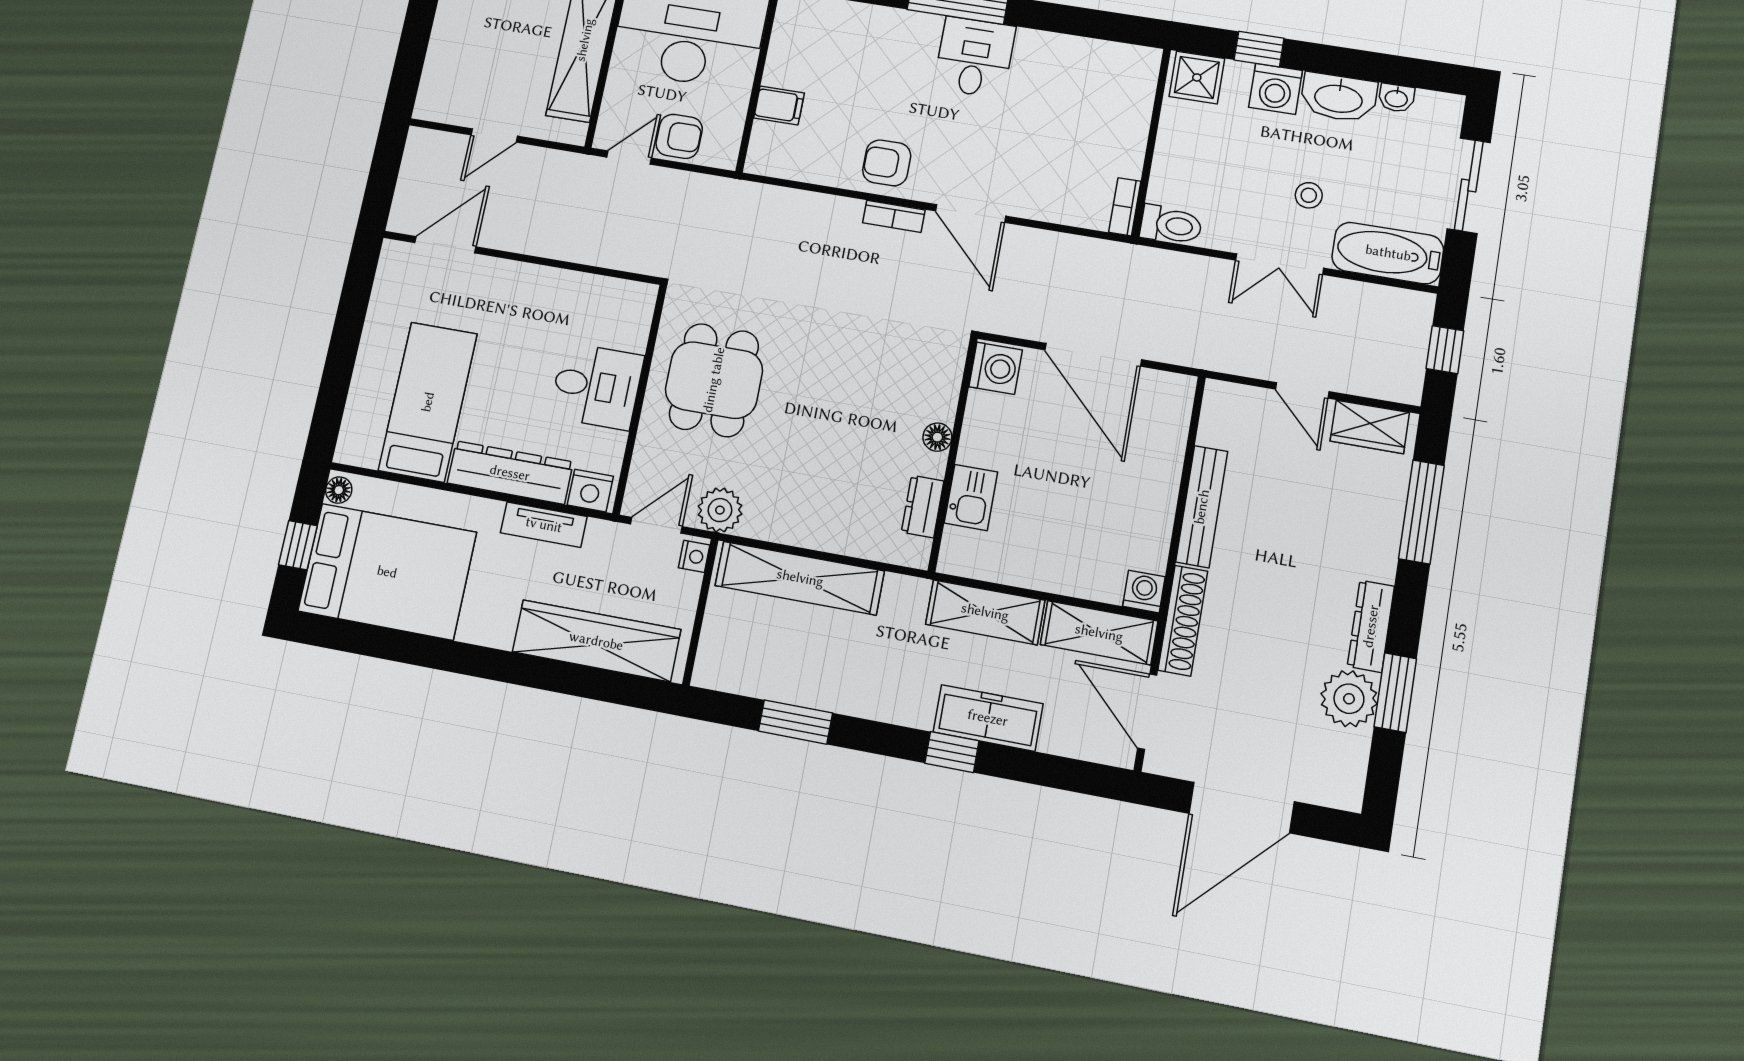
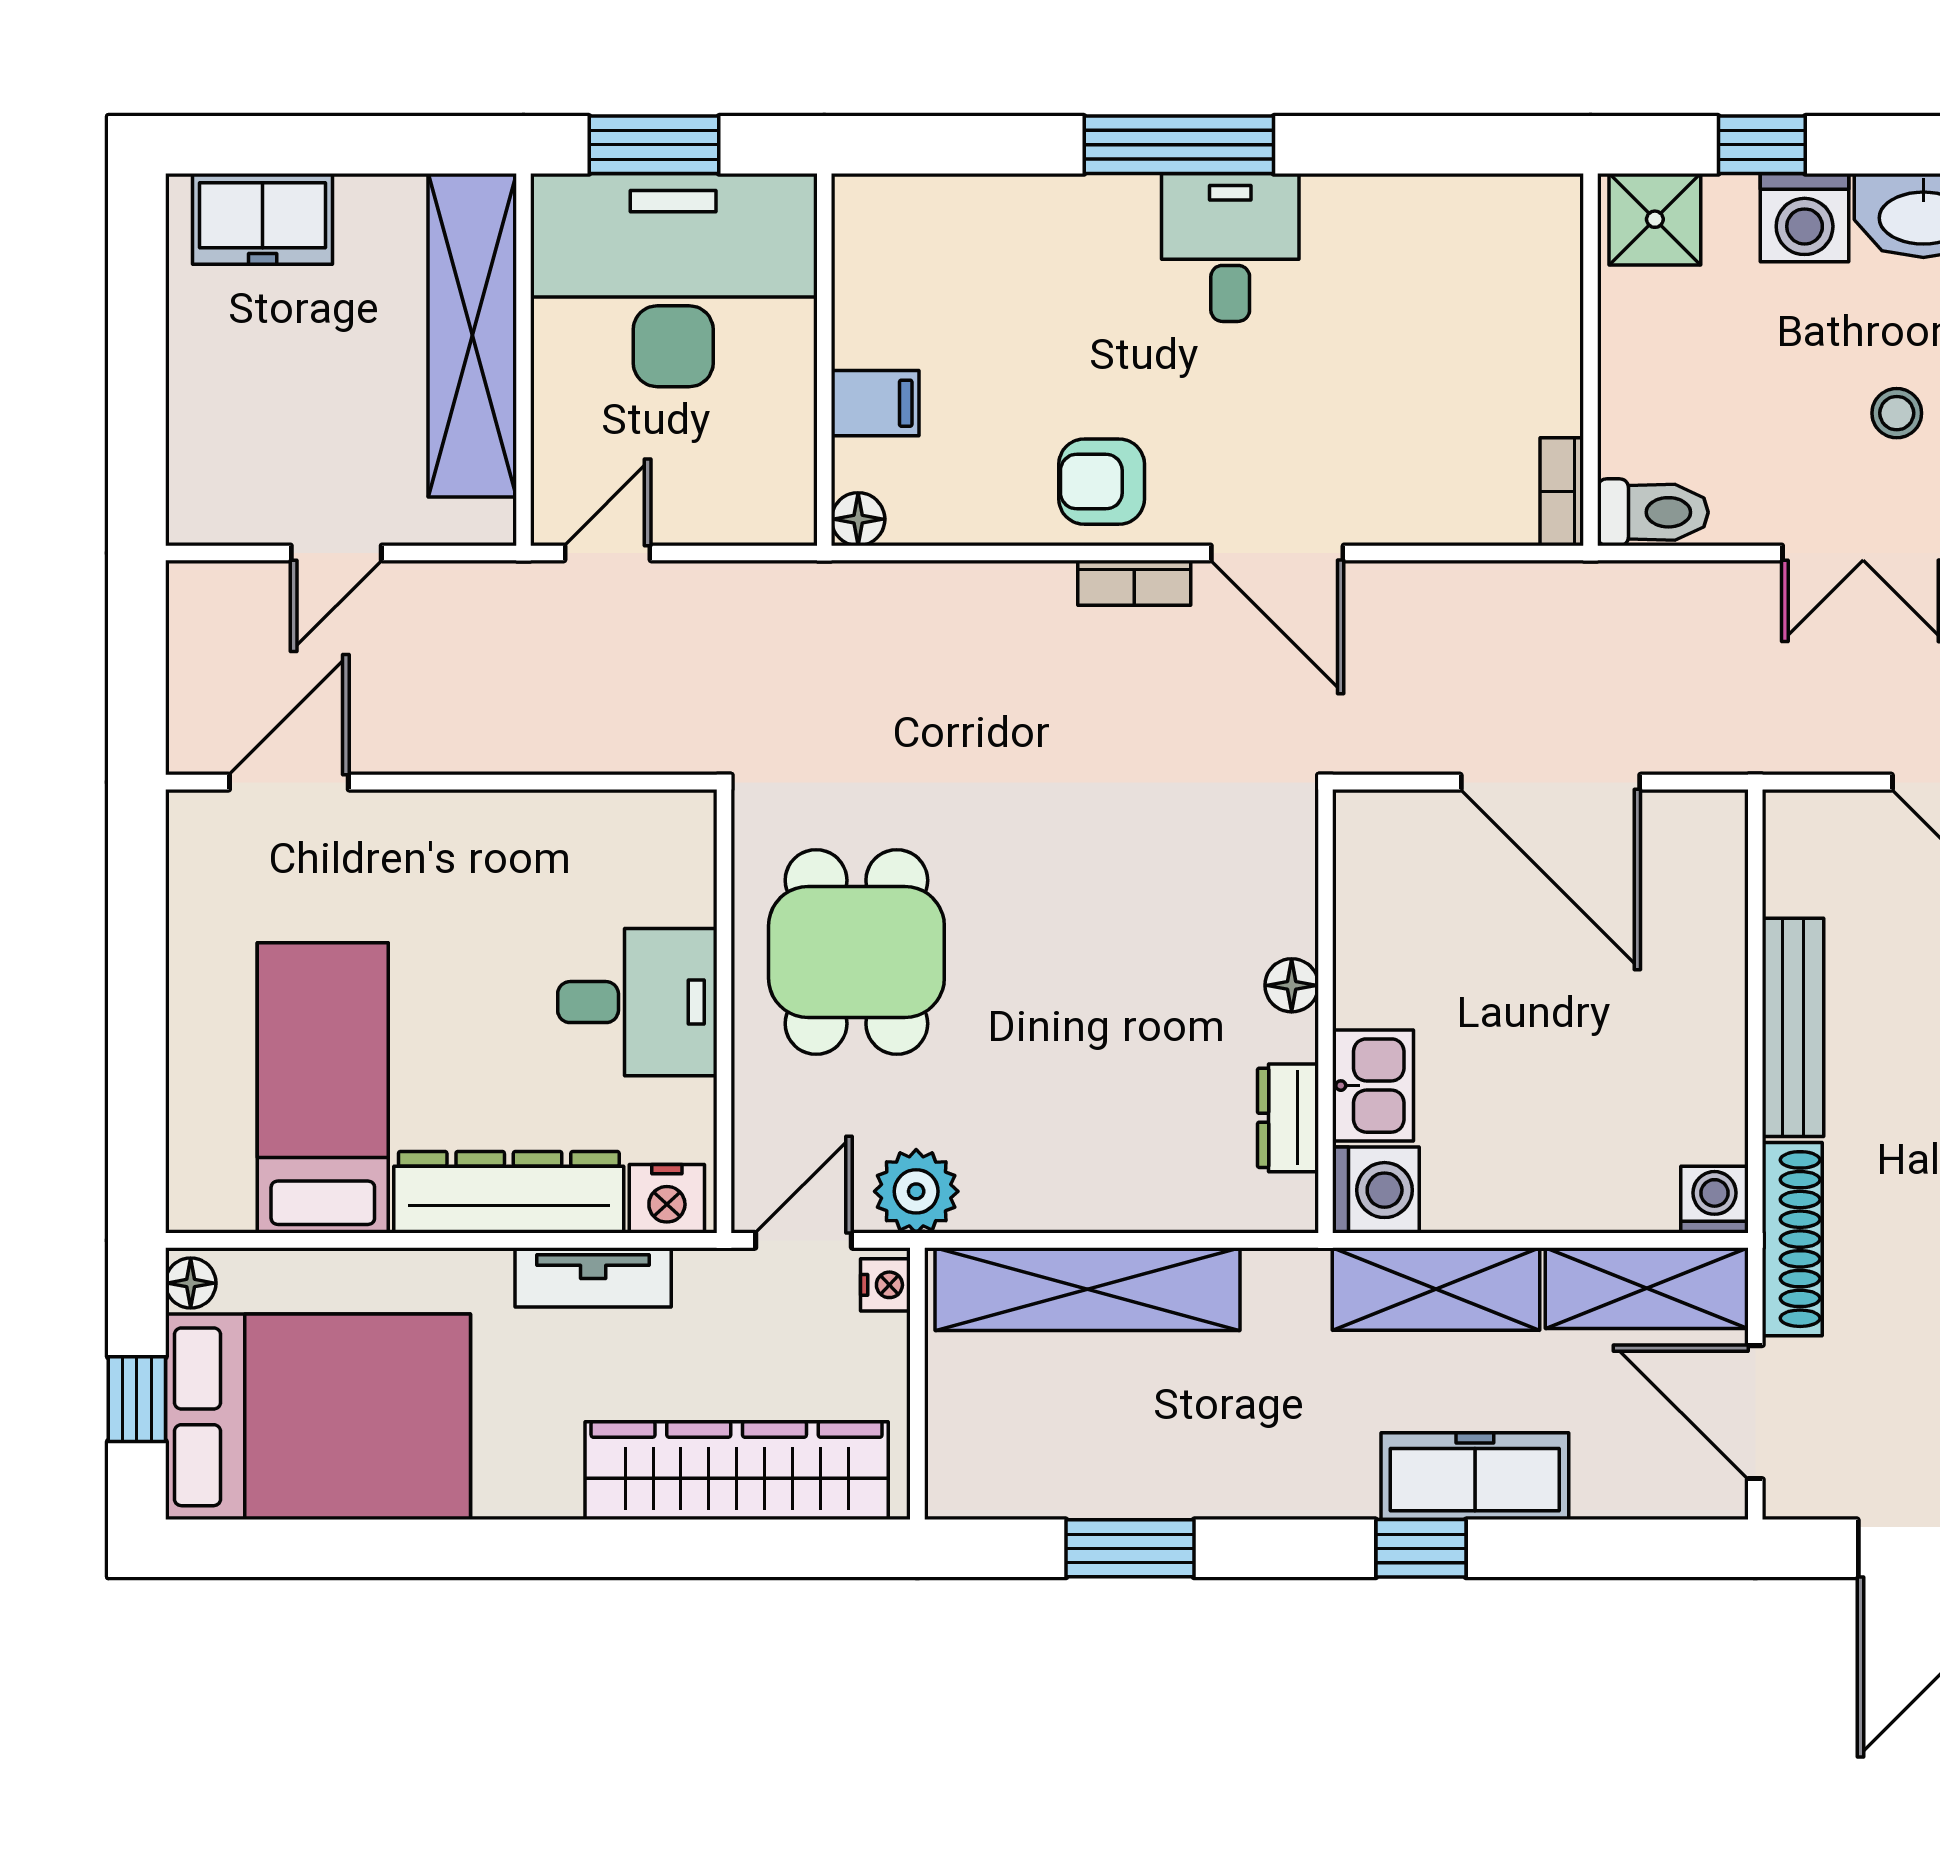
armchair: (679, 136) -> (695, 496), removed
floor lamp: (759, 161) -> (858, 519), added
washing machine: (996, 368) -> (1376, 1190), moved

